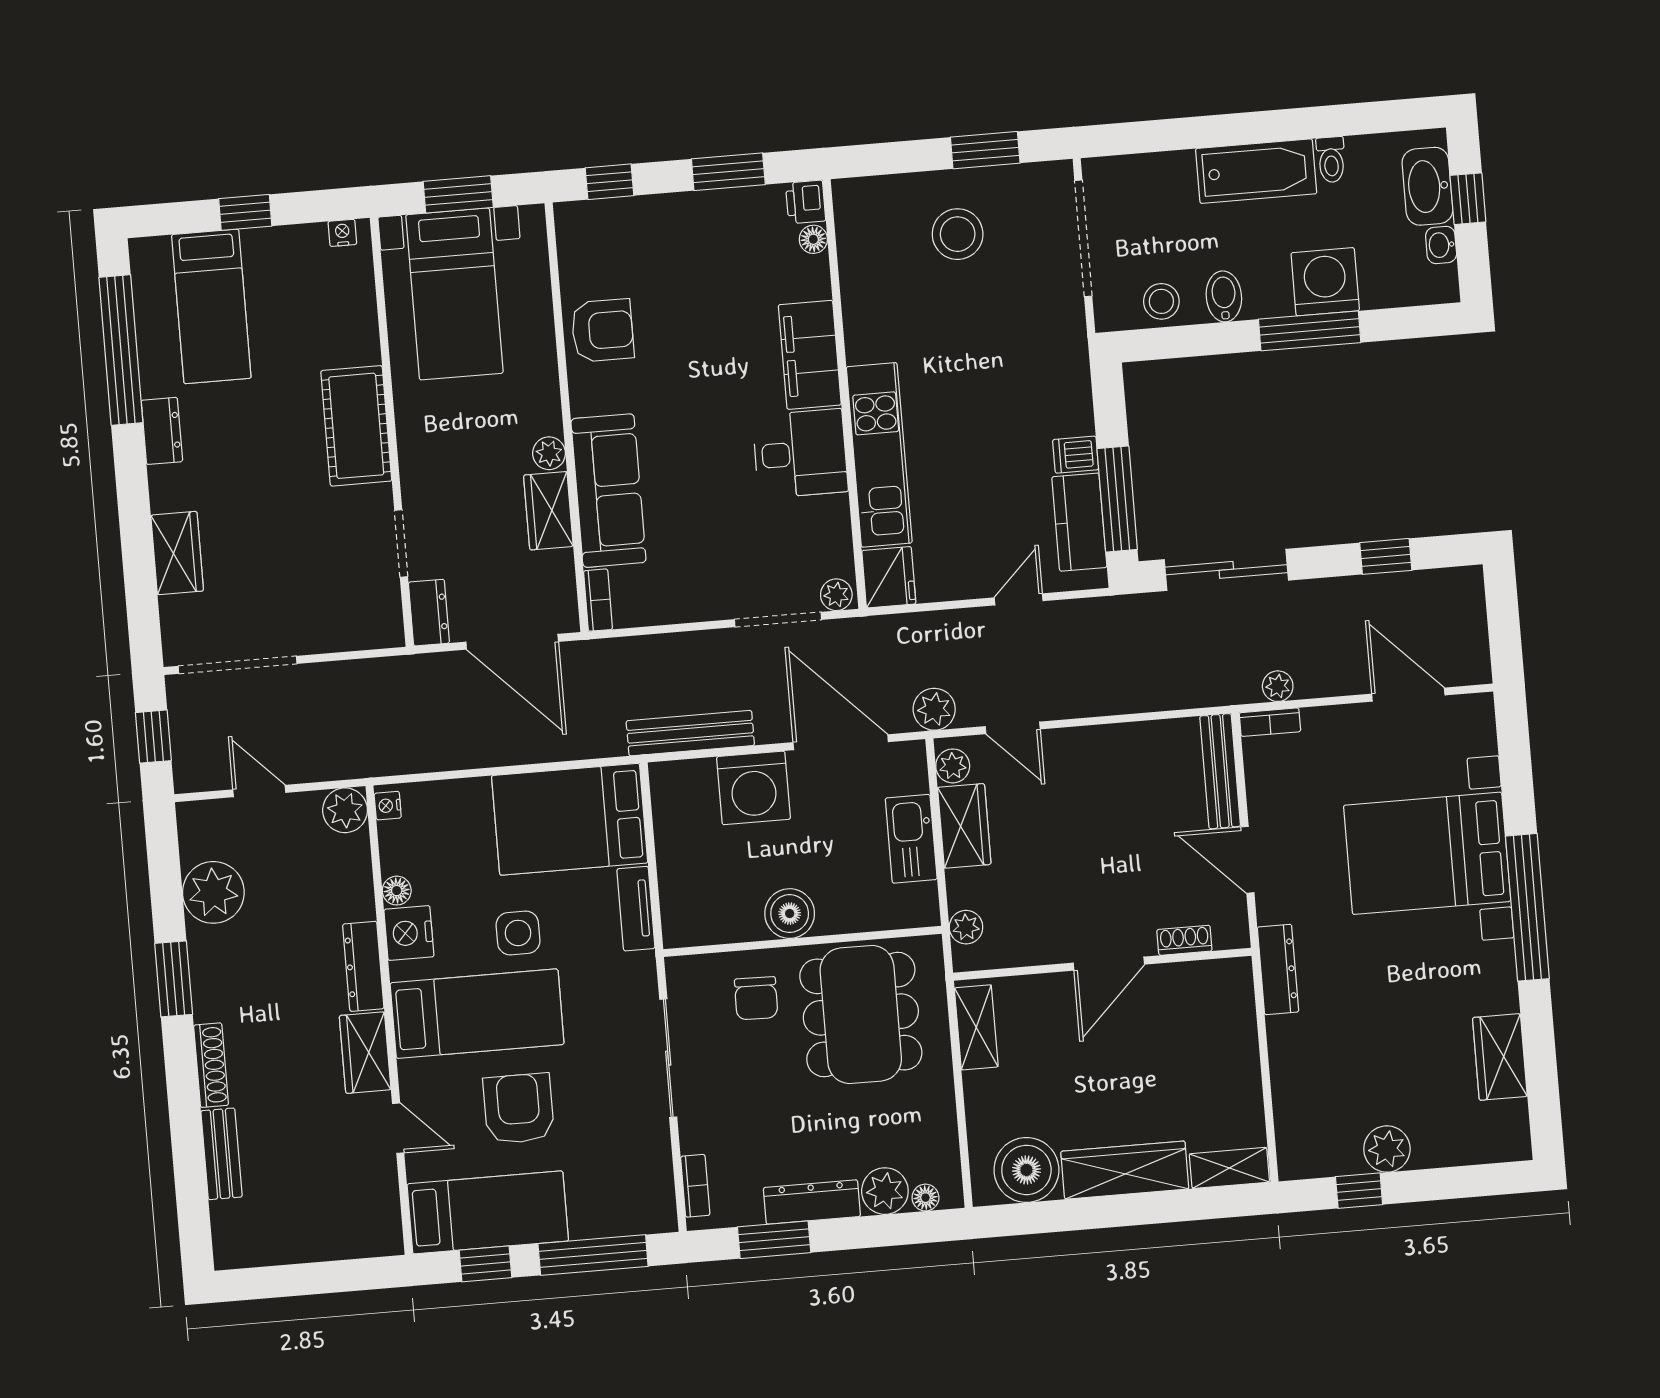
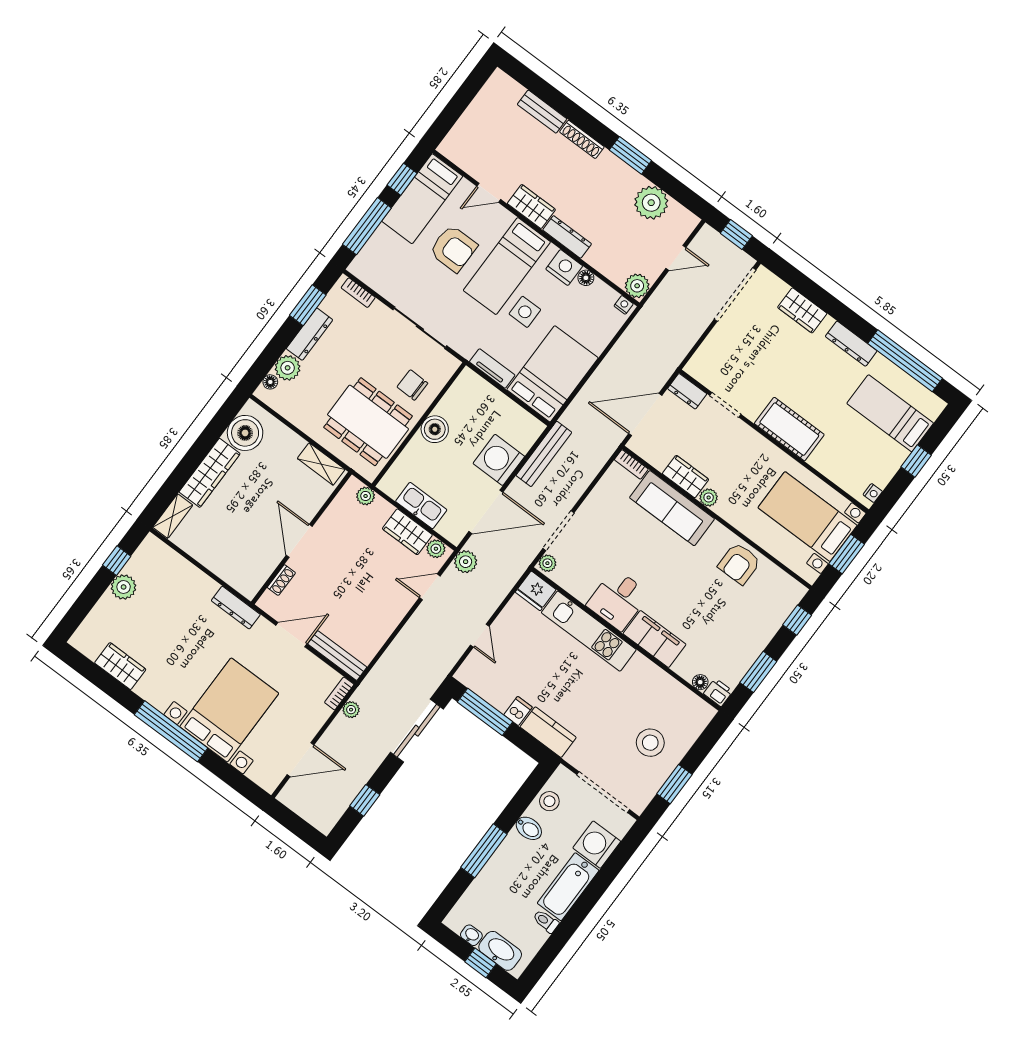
washing machine: (1325, 282) -> (597, 845), moved, turned 180
dresser: (162, 431) -> (851, 344), width x1.44
kitchen counter: (1079, 522) -> (548, 732), moved

